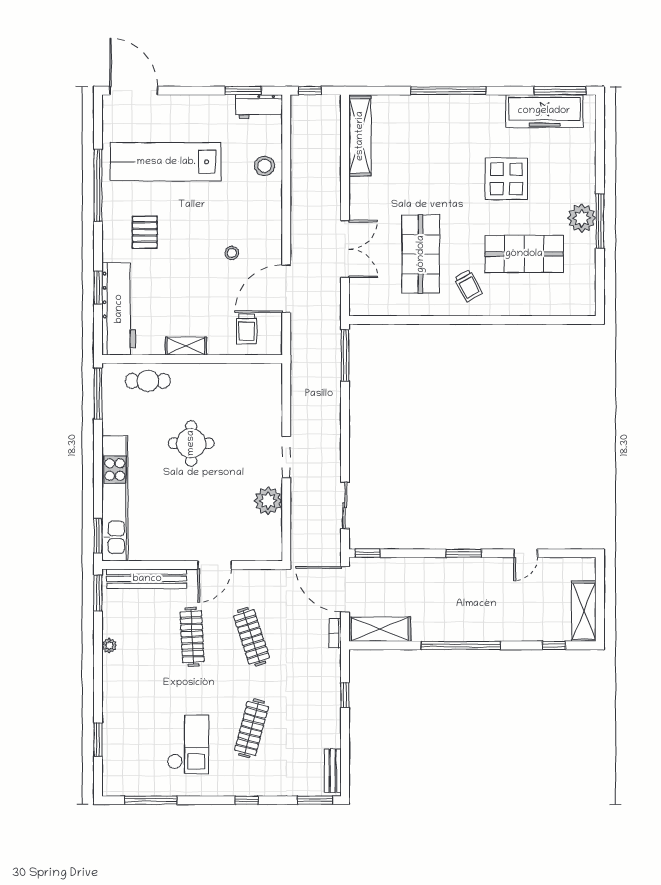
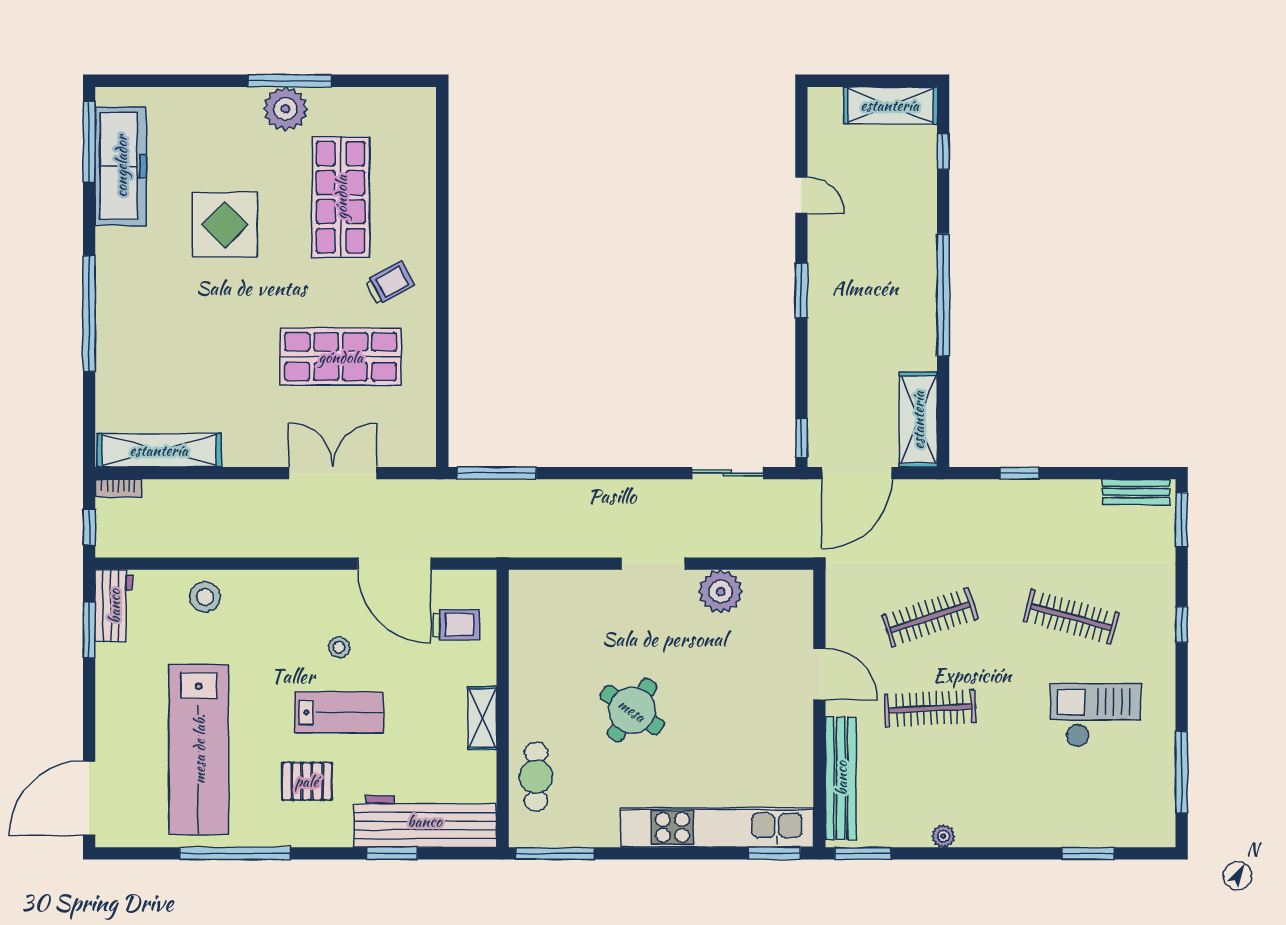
lab bench: (190, 253) -> (339, 712), added
round table: (191, 443) -> (632, 710), turned 34
bookcase: (335, 633) -> (118, 488), moved

